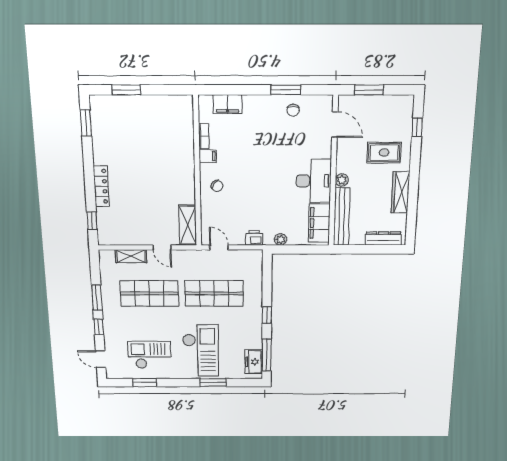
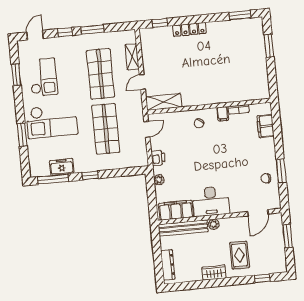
wardrobe: (400, 192) -> (214, 273), width x0.67
freezer: (254, 362) -> (62, 167), moved

